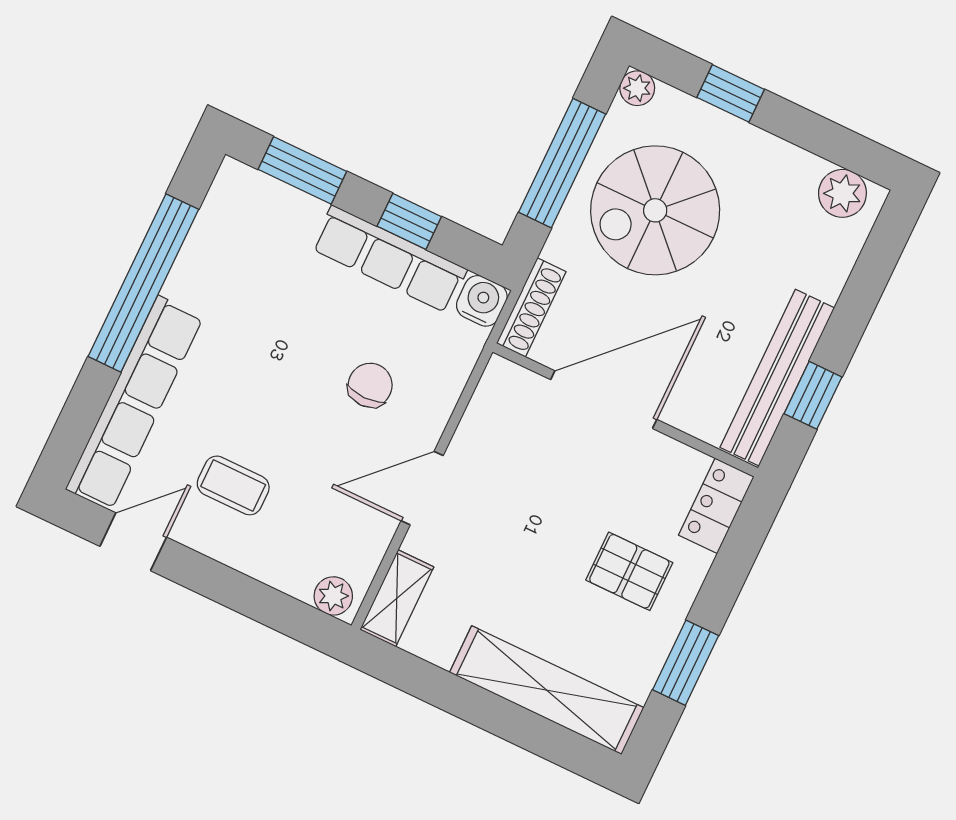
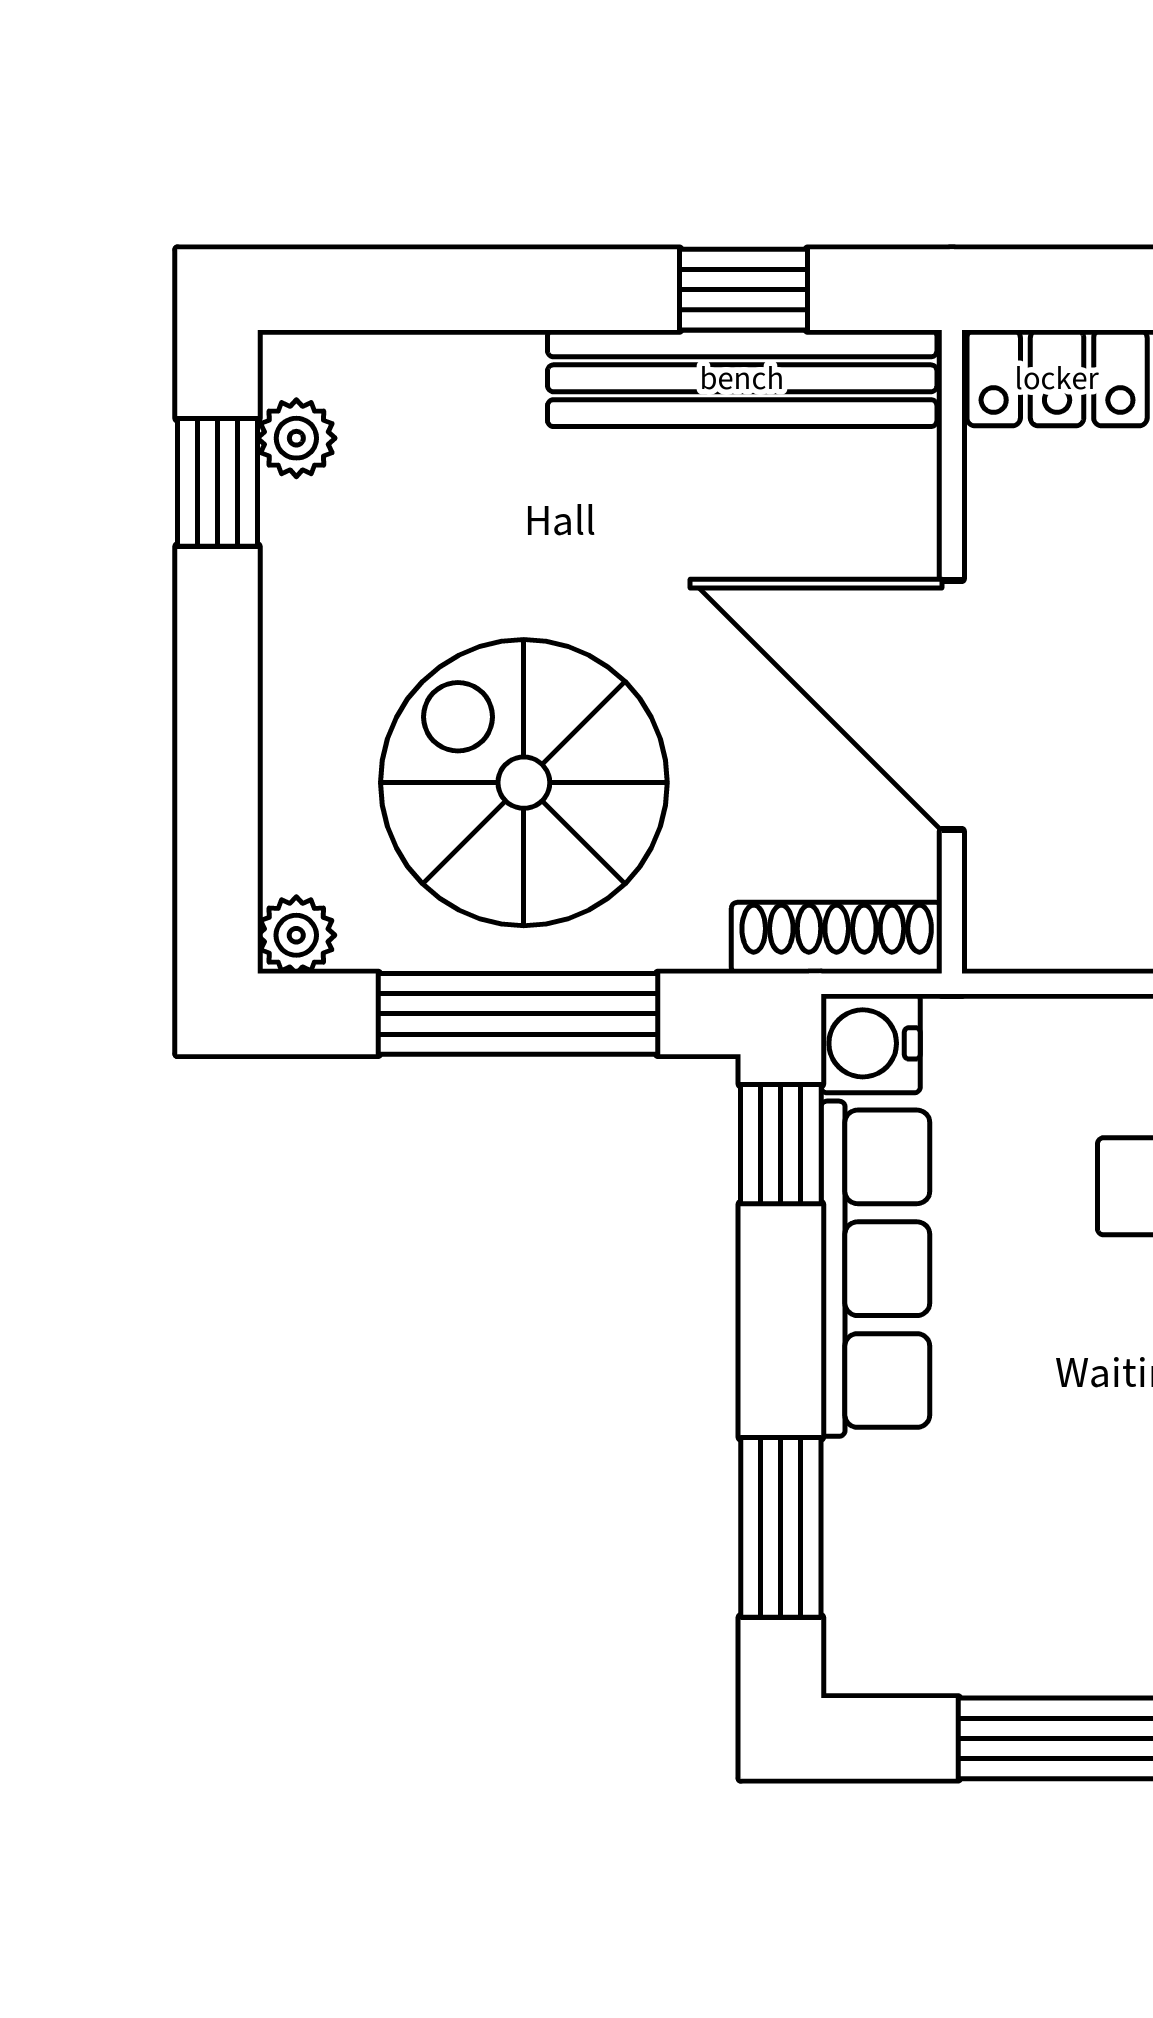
window: (731, 93) -> (217, 482), moved
plant: (842, 193) -> (296, 438), width x0.73, depth x0.73
spiral stairs: (655, 210) -> (524, 783), turned 180
window: (409, 221) -> (781, 1144), moved

